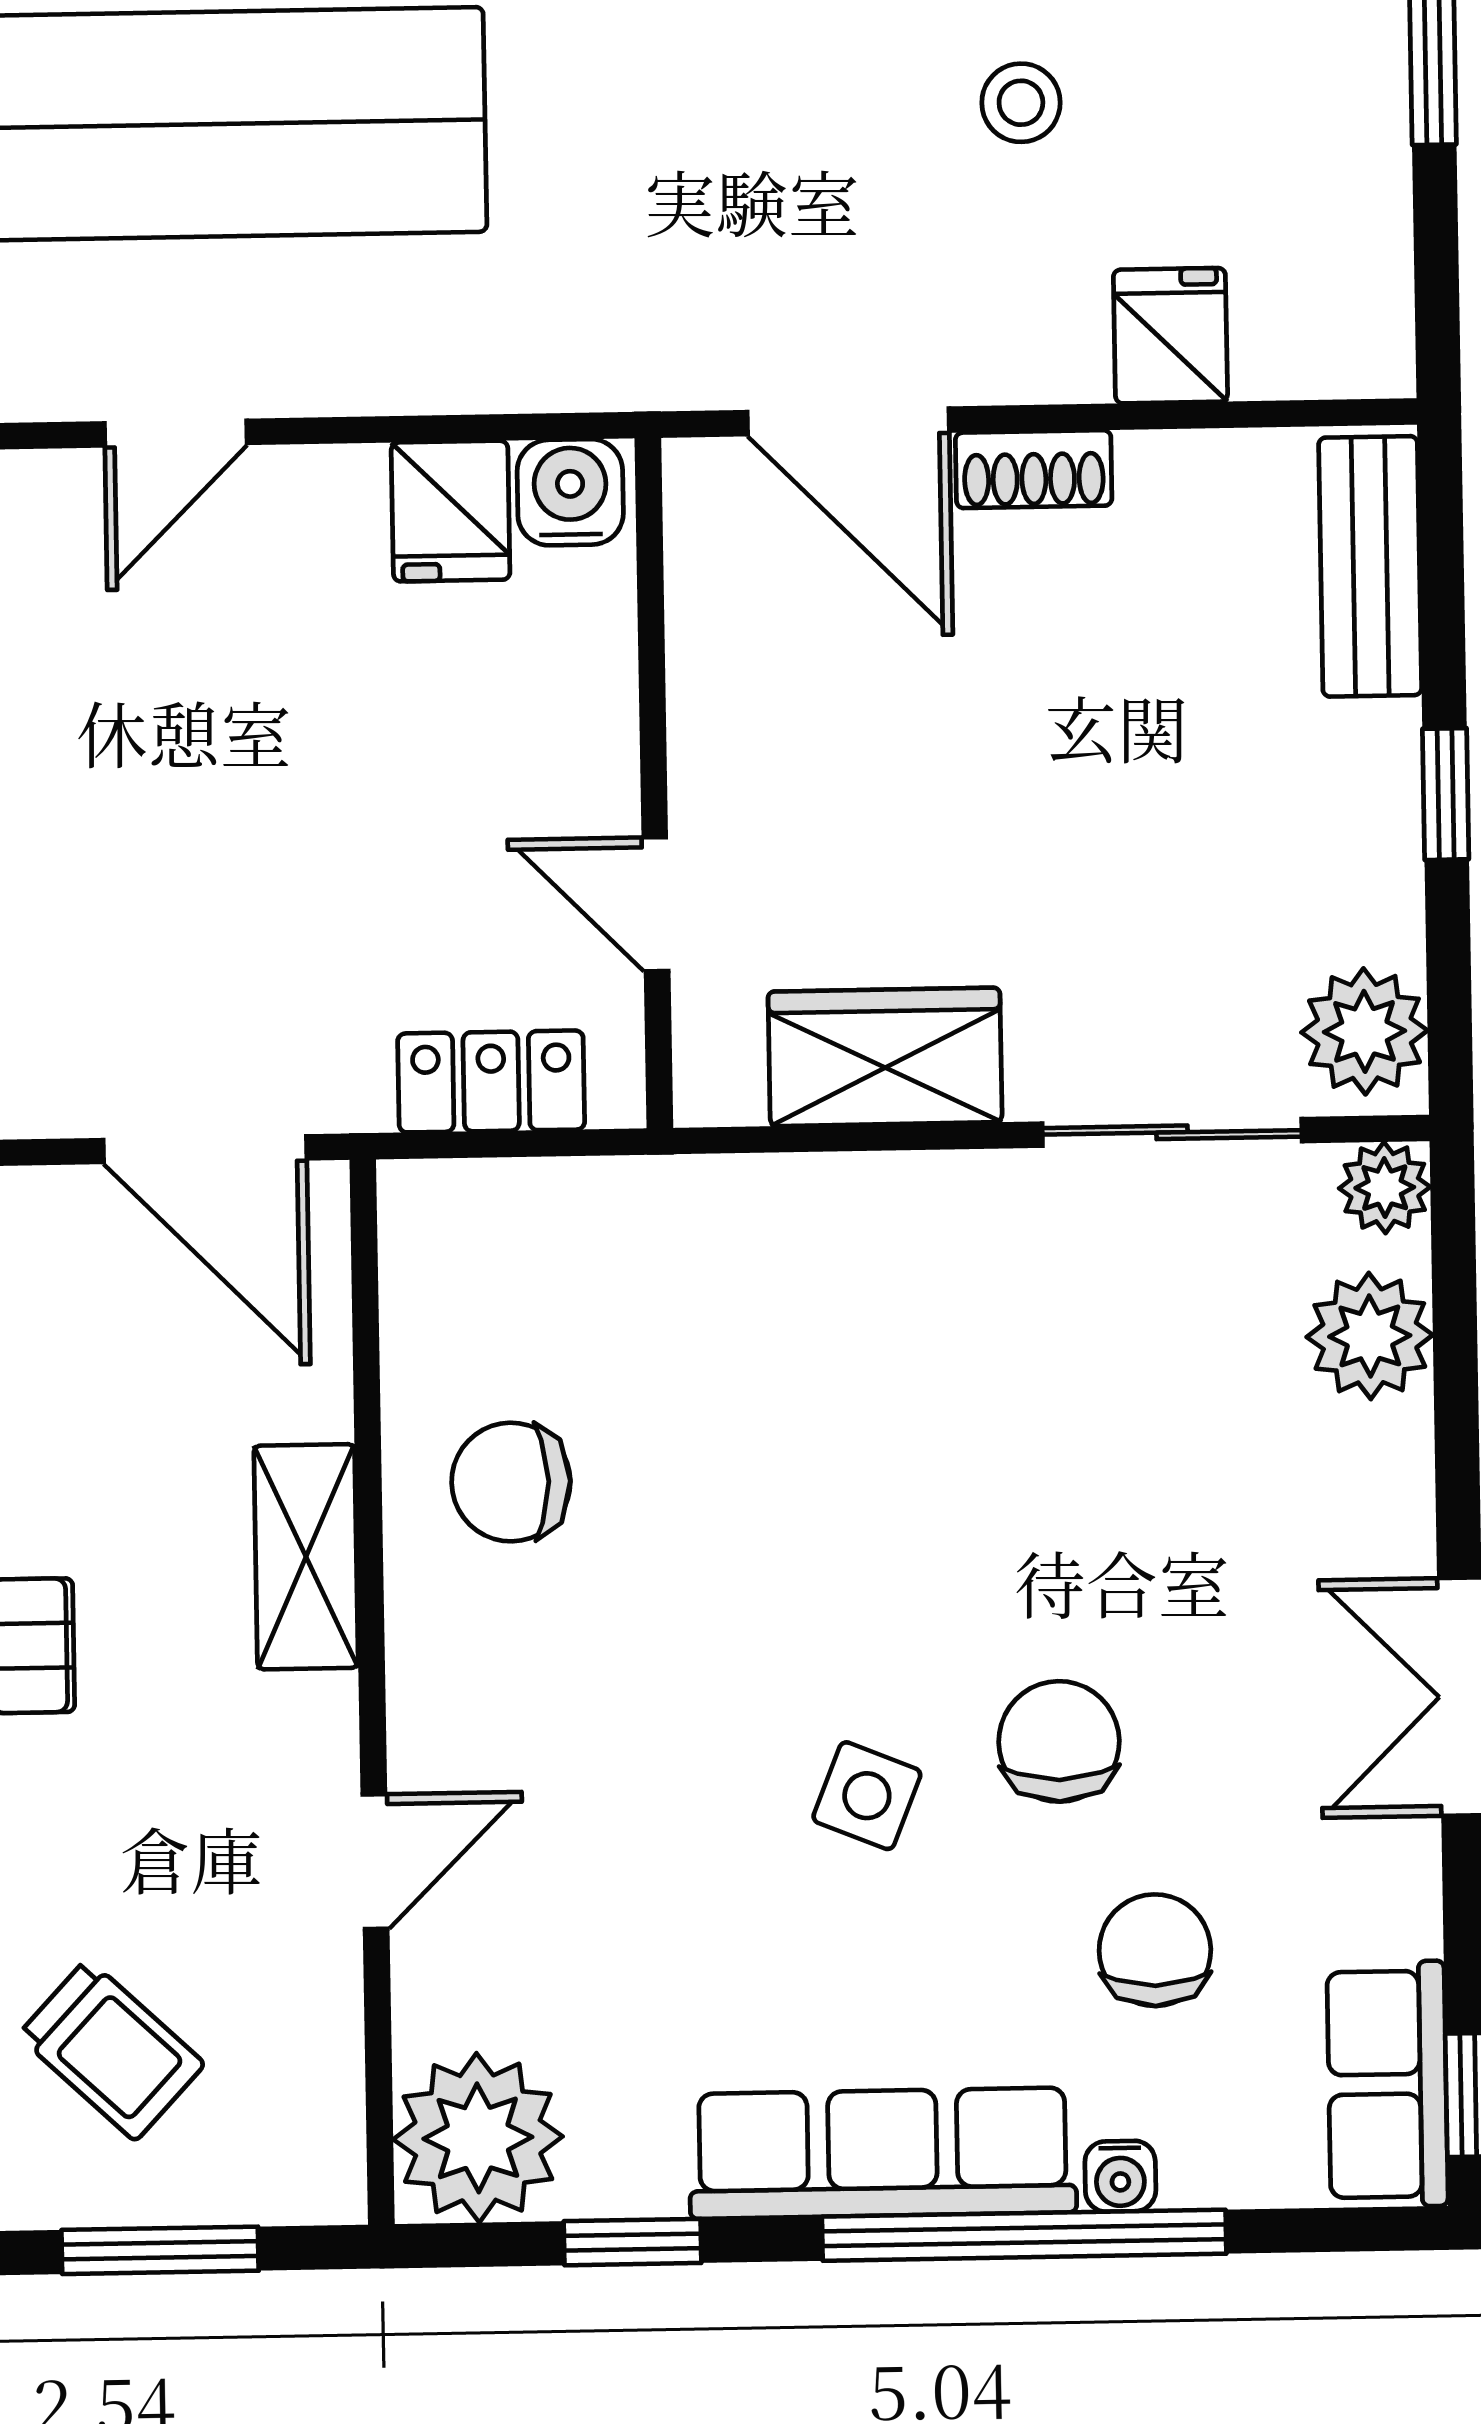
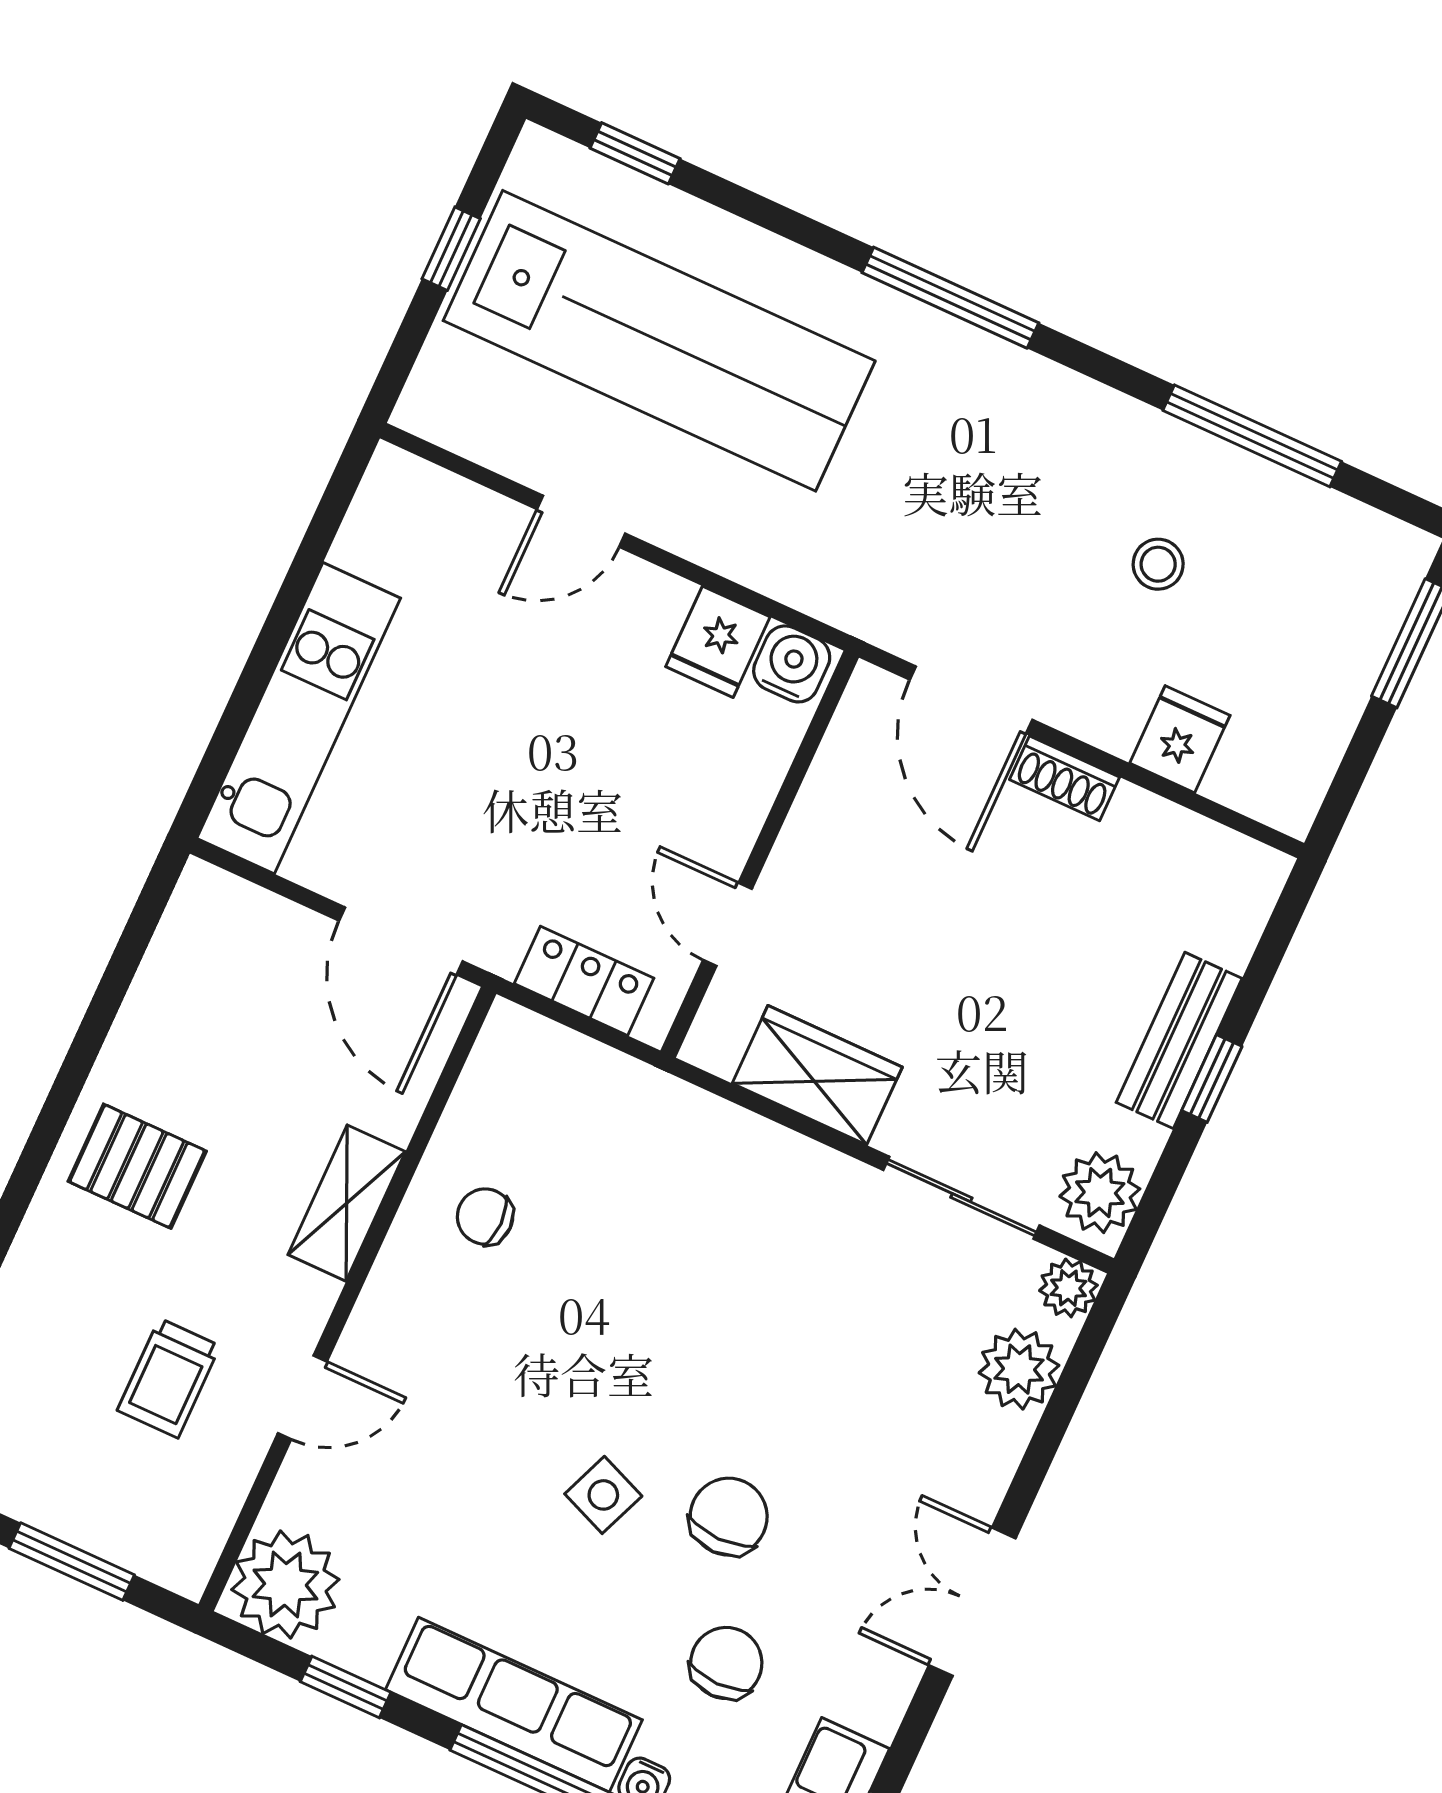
bench: (1370, 566) -> (1179, 1040), moved
chair: (511, 1482) -> (485, 1217), width x0.73, depth x0.73
trolley: (111, 2050) -> (169, 1378), moved, turned 47

